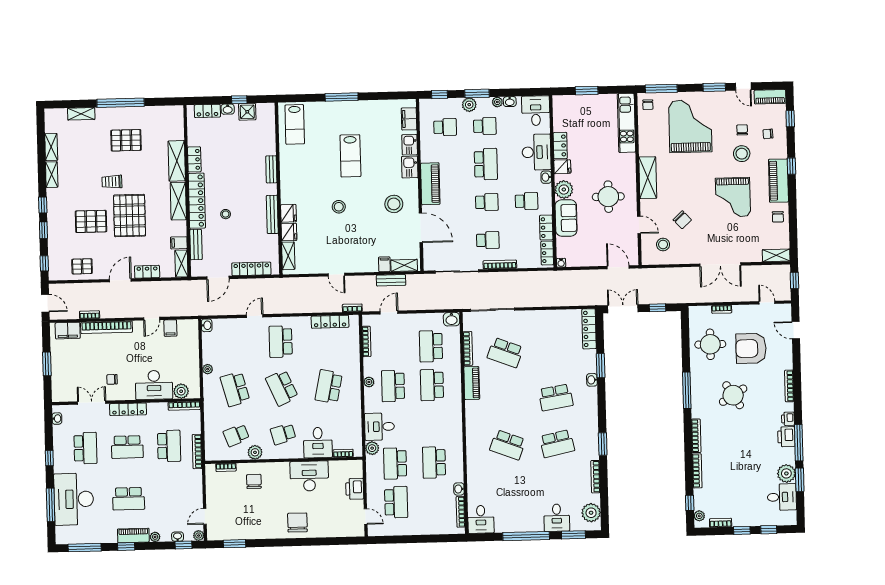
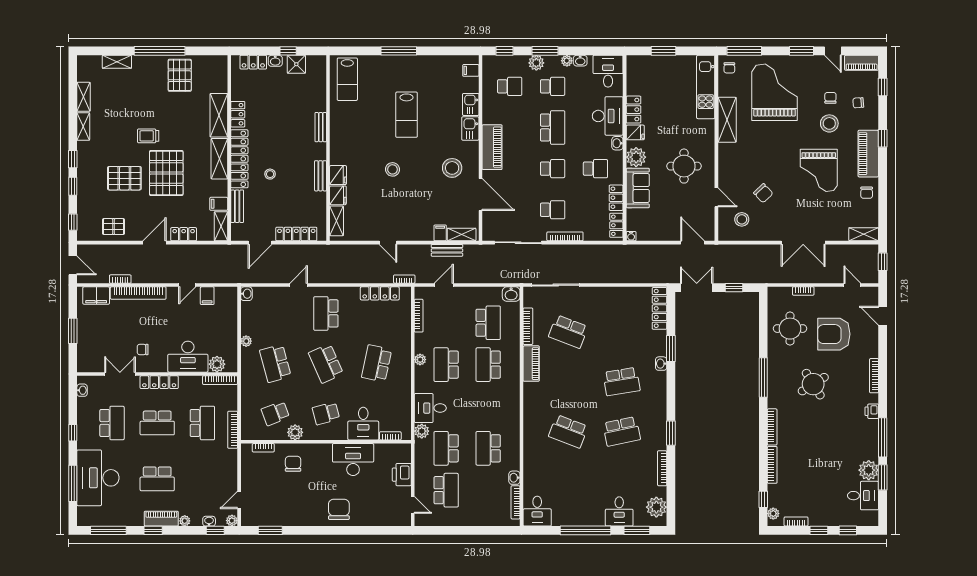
filing cabinet: (409, 119) -> (471, 70), width x0.50
pallet: (126, 140) -> (180, 75), moved, turned 90
shelving: (648, 178) -> (727, 120), moved
bench: (272, 214) -> (321, 176), width x0.73
school desk: (431, 346) -> (488, 323), turned 180
printer: (786, 437) -> (869, 431), removed

